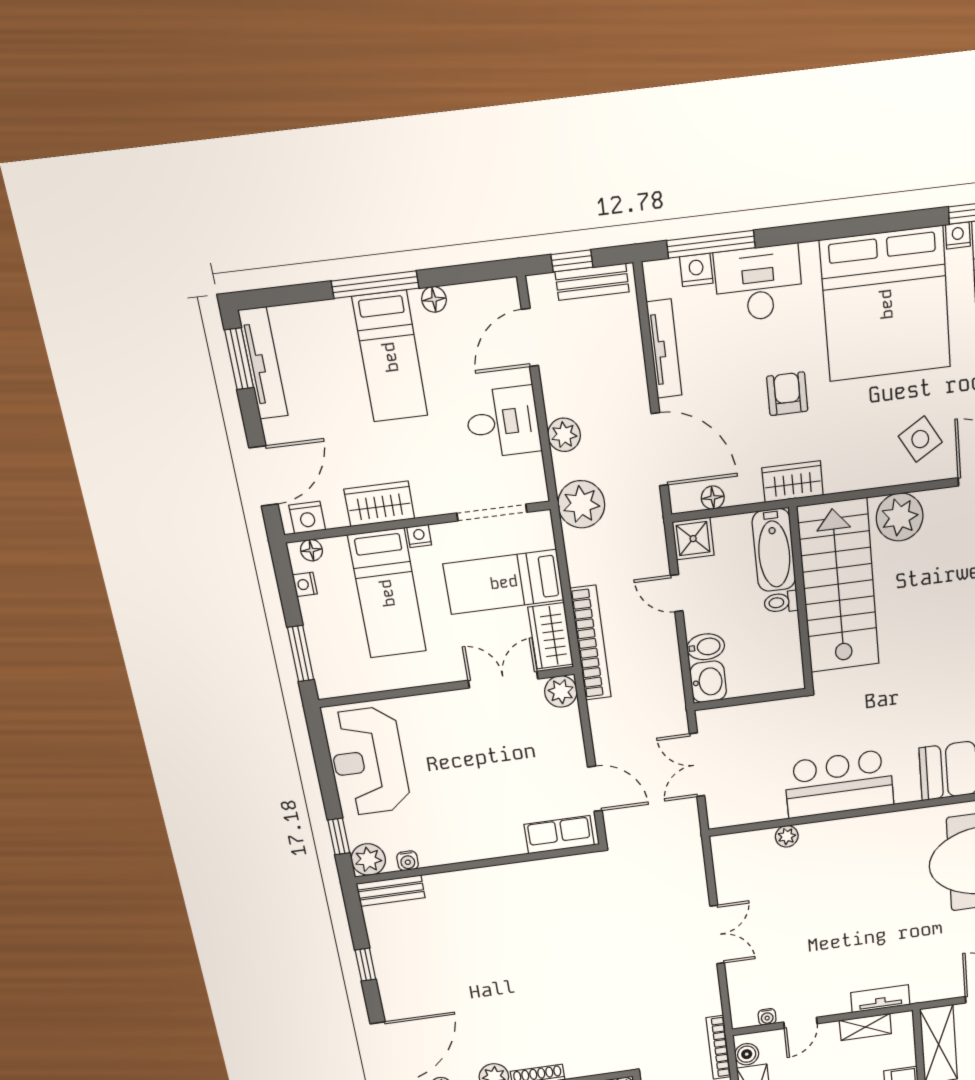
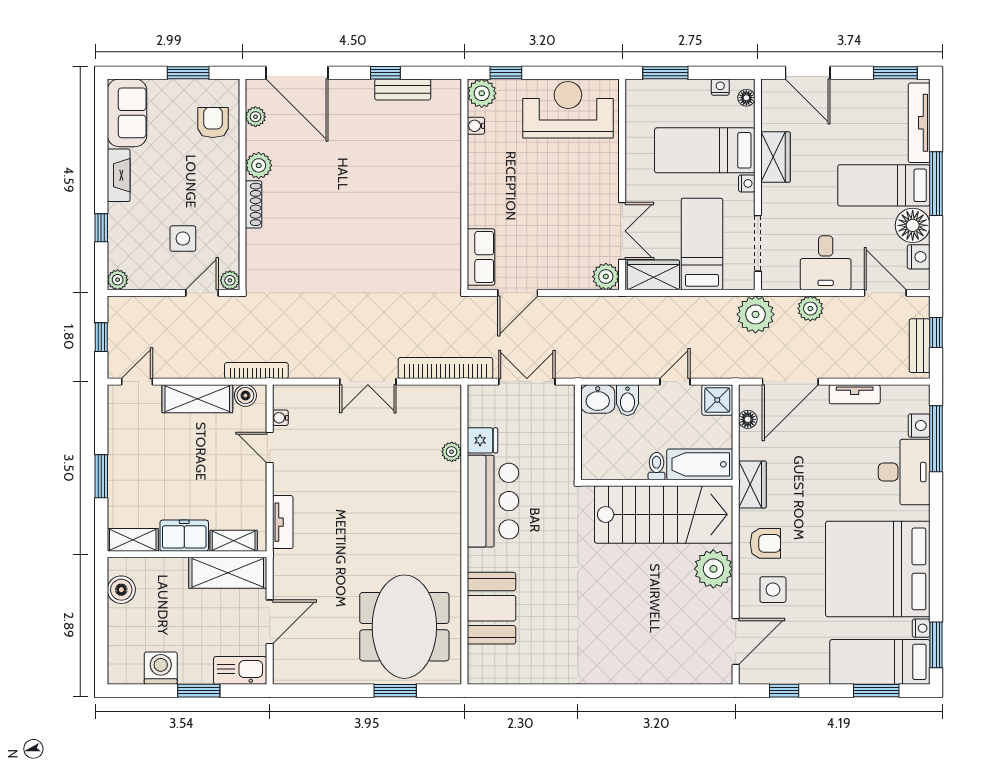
floor lamp: (434, 299) -> (913, 225), width x1.89, depth x1.89
tv unit: (664, 349) -> (855, 394), width x0.71
tv unit: (263, 363) -> (919, 123), moved, turned 90
armchair: (787, 394) -> (765, 543), moved
side table: (920, 439) -> (773, 590), turned 31
nightstand: (307, 517) -> (919, 257), moved, turned 180
bookcase: (591, 643) -> (445, 368), moved, turned 180
fridge: (770, 805) -> (482, 440), added
bench: (391, 891) -> (403, 90), moved, turned 90
shelving: (865, 1027) -> (234, 541), moved, turned 90

